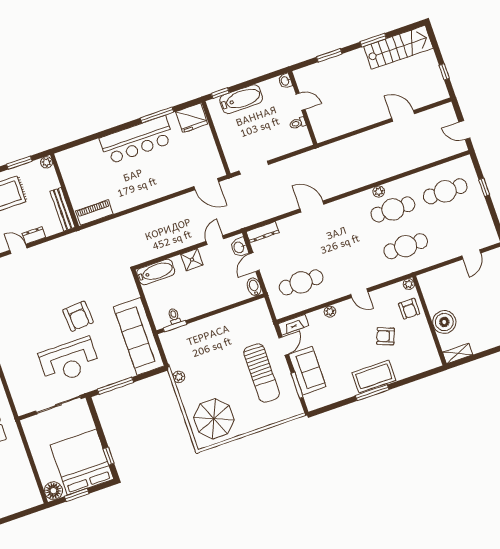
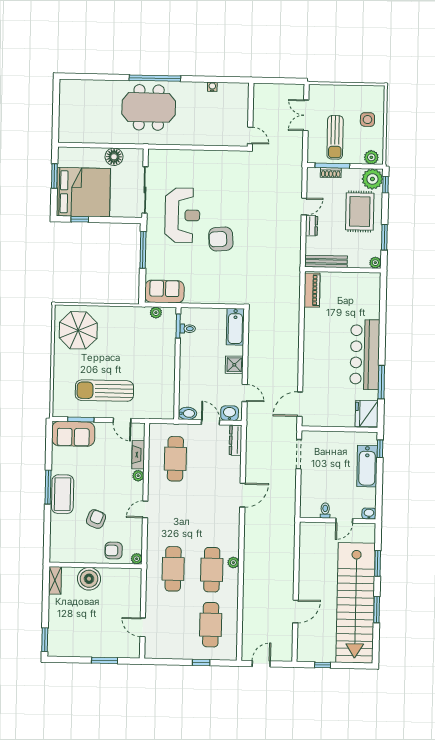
stairs: (398, 47) -> (356, 603), width x1.86, depth x1.51
fireplace: (293, 325) -> (138, 455), moved
sofa: (139, 336) -> (164, 292), width x0.54, depth x0.79
reception desk: (69, 361) -> (182, 215), turned 180
sofa: (307, 371) -> (73, 434), moved
plant: (179, 377) -> (156, 313), moved
floor lamp: (53, 491) -> (114, 157), moved

